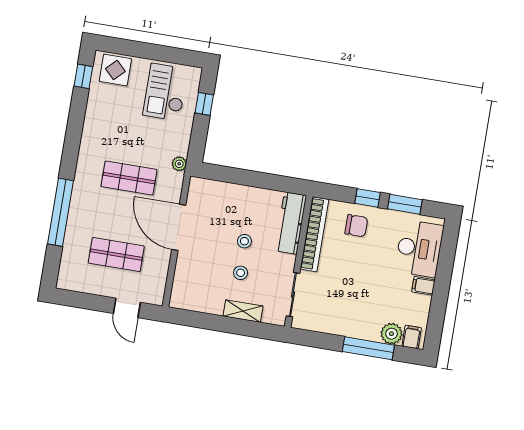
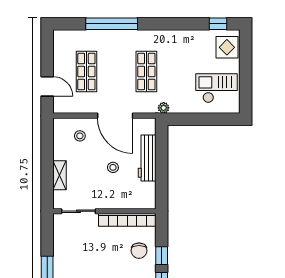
window: (204, 104) -> (212, 119), removed
workbench: (291, 223) -> (147, 158), moved, turned -90
door: (179, 227) -> (115, 116), swing flipped
stool: (241, 273) -> (80, 136), moved
door: (127, 308) -> (47, 86), swing flipped

